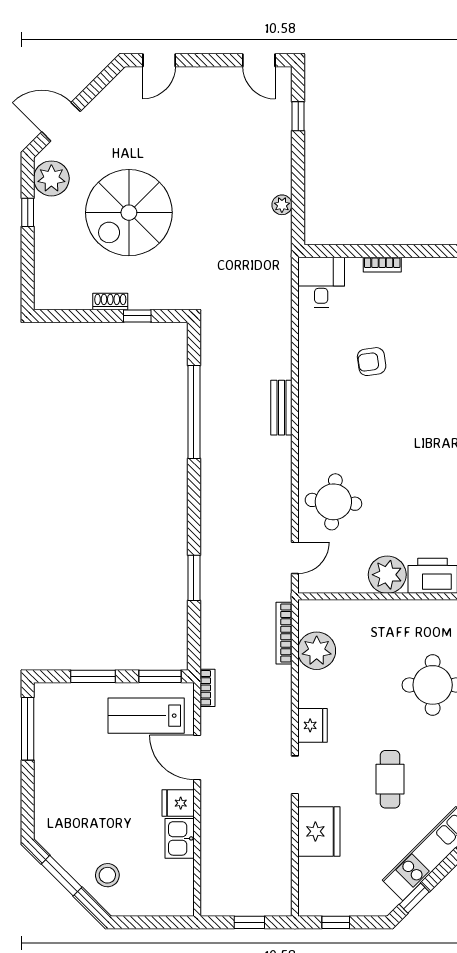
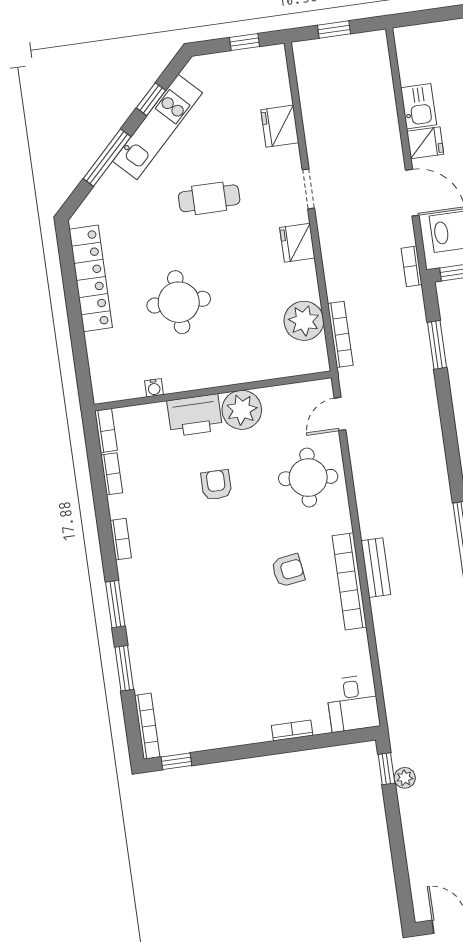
window: (298, 116) -> (386, 769), moved
armchair: (372, 362) -> (288, 570), moved
bookcase: (308, 398) -> (349, 581), added
armchair: (421, 507) -> (216, 485), added
window: (194, 578) -> (437, 345), moved
cafe table: (390, 779) -> (209, 198), turned 90
fridge: (319, 831) -> (280, 126), width x0.73, depth x0.75
window: (414, 898) -> (151, 99), moved

